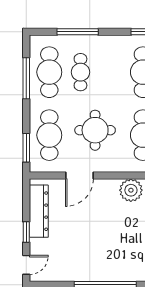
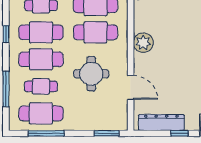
cafe table: (49, 135) -> (41, 59), moved

